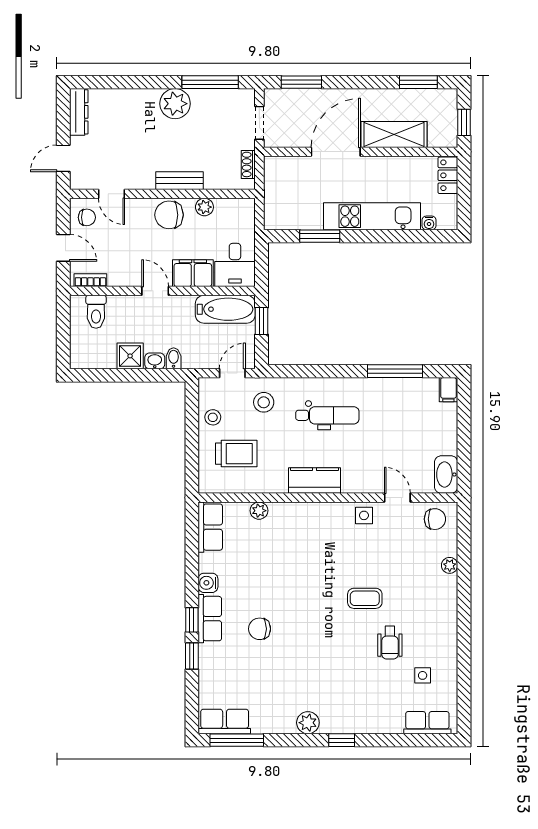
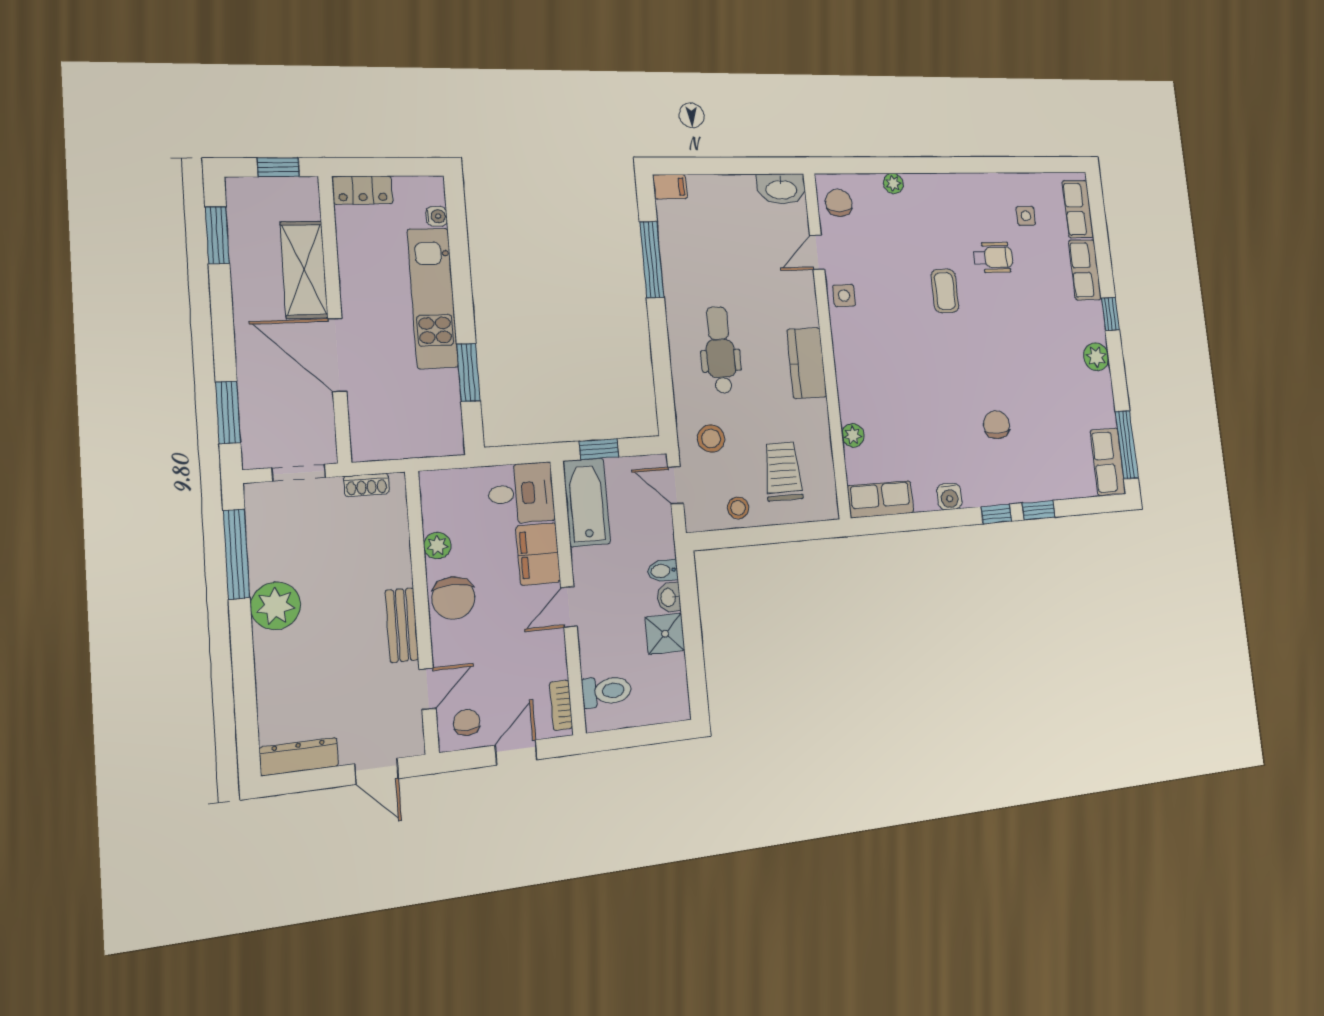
bench: (180, 181) -> (402, 625), moved
row of seats: (210, 619) -> (1085, 270), moved, turned -90
chair: (260, 629) -> (996, 425), turned 180

